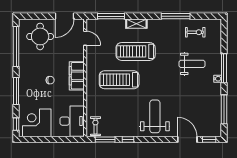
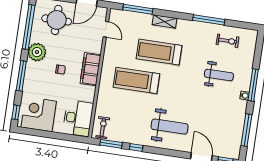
plant: (27, 68) -> (37, 52), added
weight bench: (155, 116) -> (170, 127), turned 90

